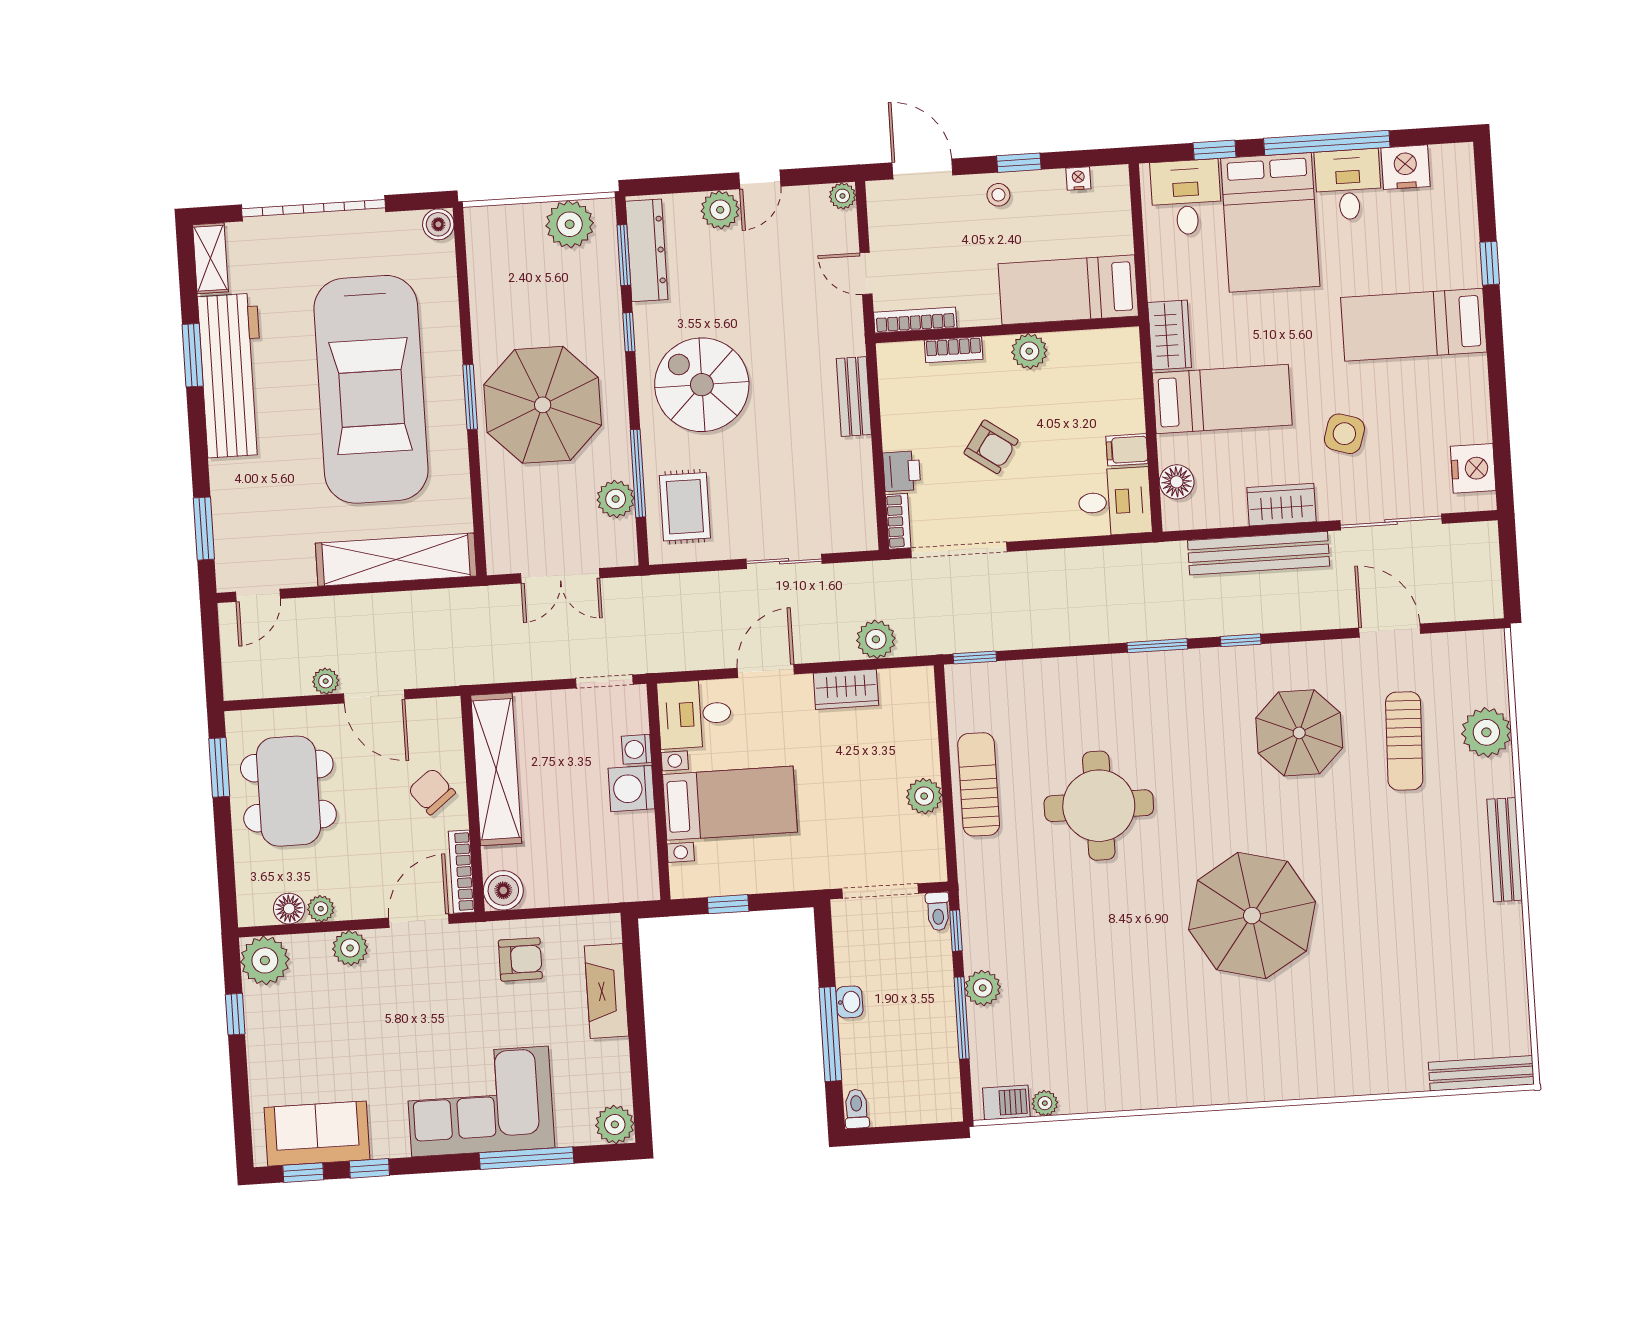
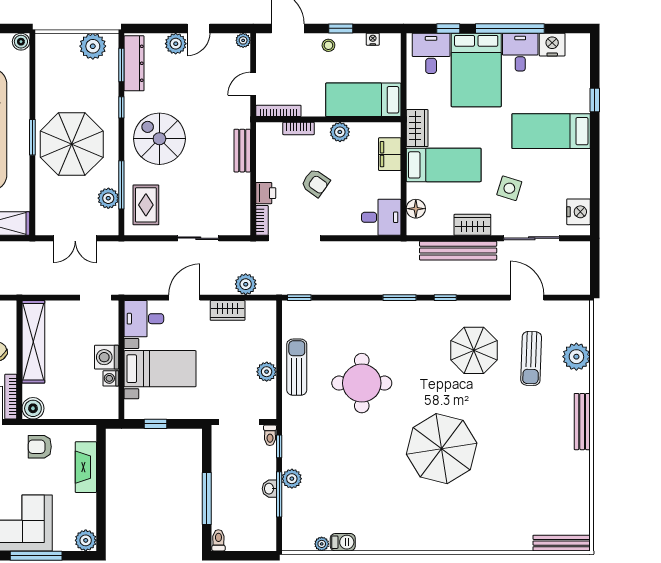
door: (866, 273) -> (253, 84), hinge flipped
filing cabinet: (1127, 450) -> (390, 154), moved, width x2.00
washing machine: (637, 749) -> (111, 378), moved
armchair: (520, 959) -> (40, 447), turned 180
washbasin: (850, 1002) -> (269, 489), moved, turned 180
barbecue: (1006, 1102) -> (343, 542), moved

